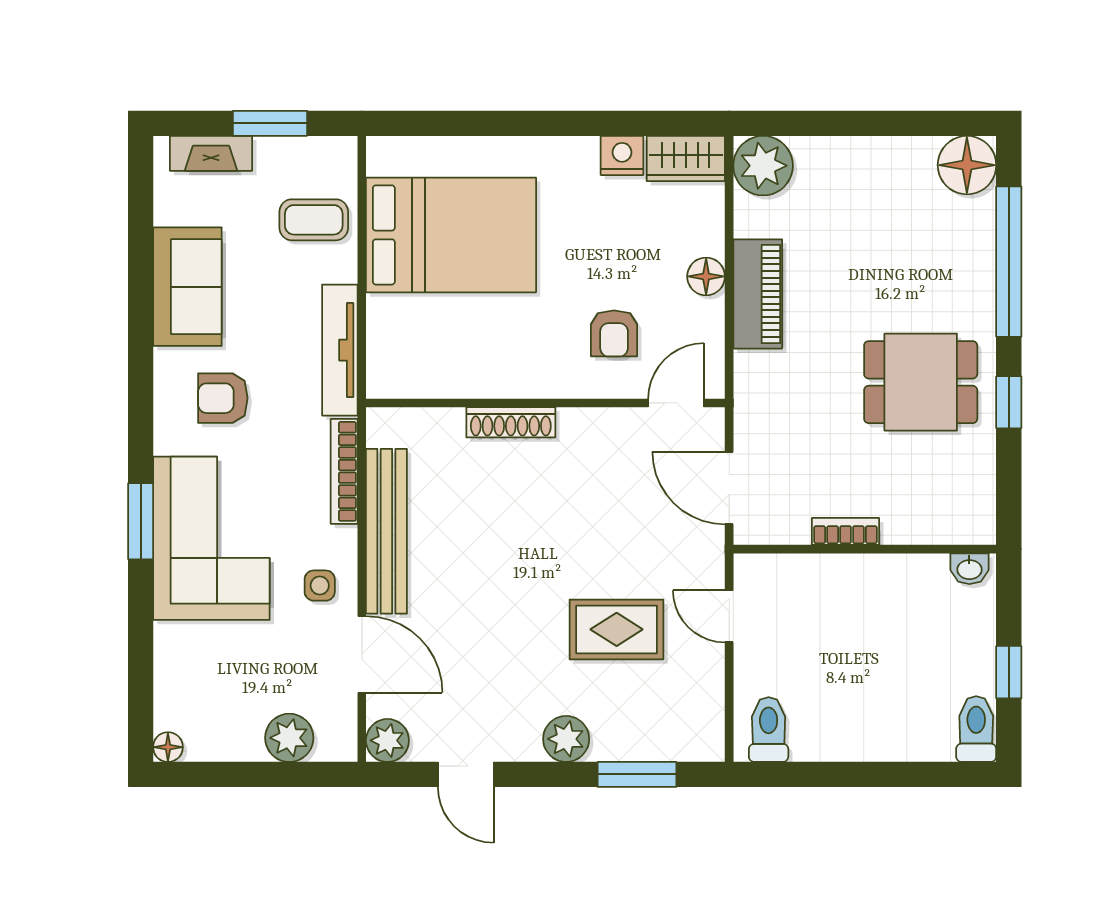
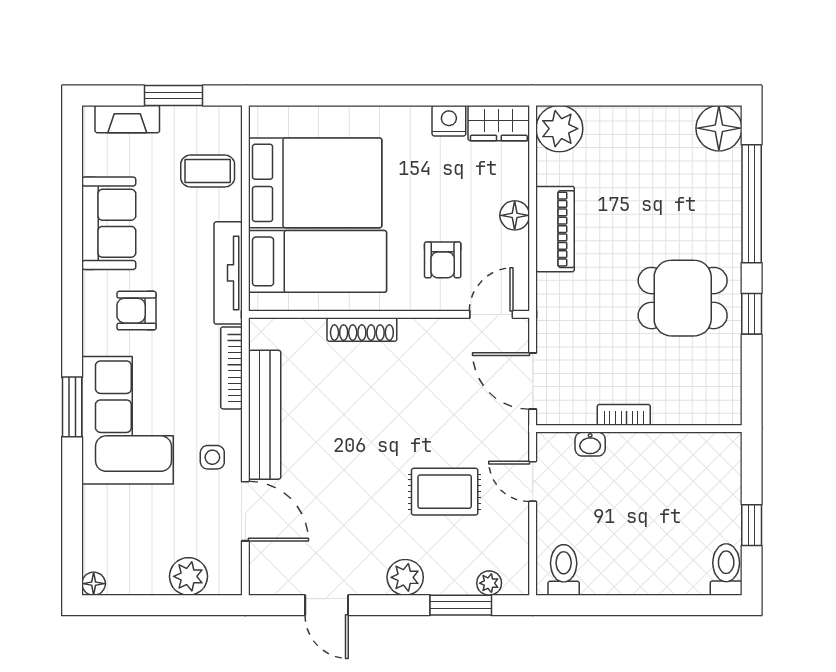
bed: (454, 335) -> (317, 261), added
washbasin: (969, 569) -> (590, 444), moved
plant: (387, 740) -> (489, 583), moved, width x0.73, depth x0.73

